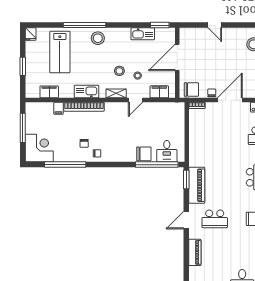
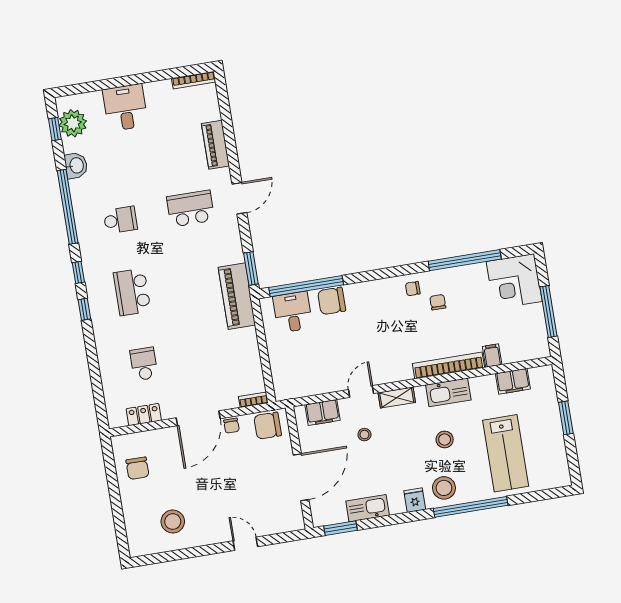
fridge: (31, 34) -> (415, 500), moved
lab bench: (60, 52) -> (506, 453), turned 180
stool: (119, 71) -> (445, 439), moved
piano: (197, 185) -> (237, 296), moved

